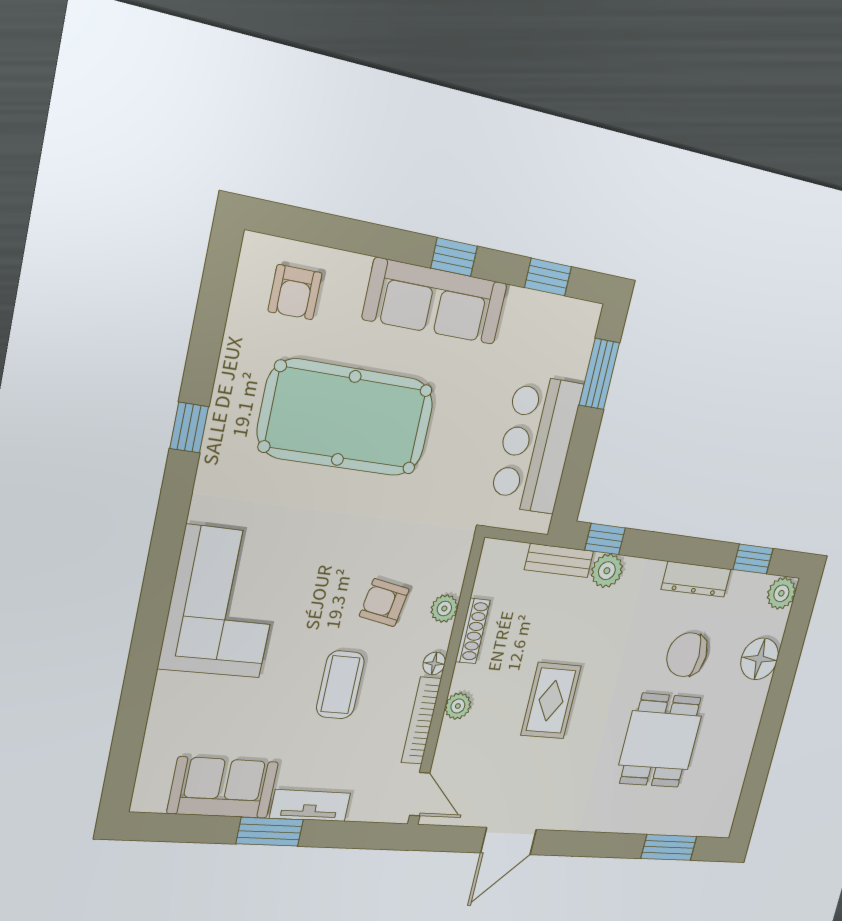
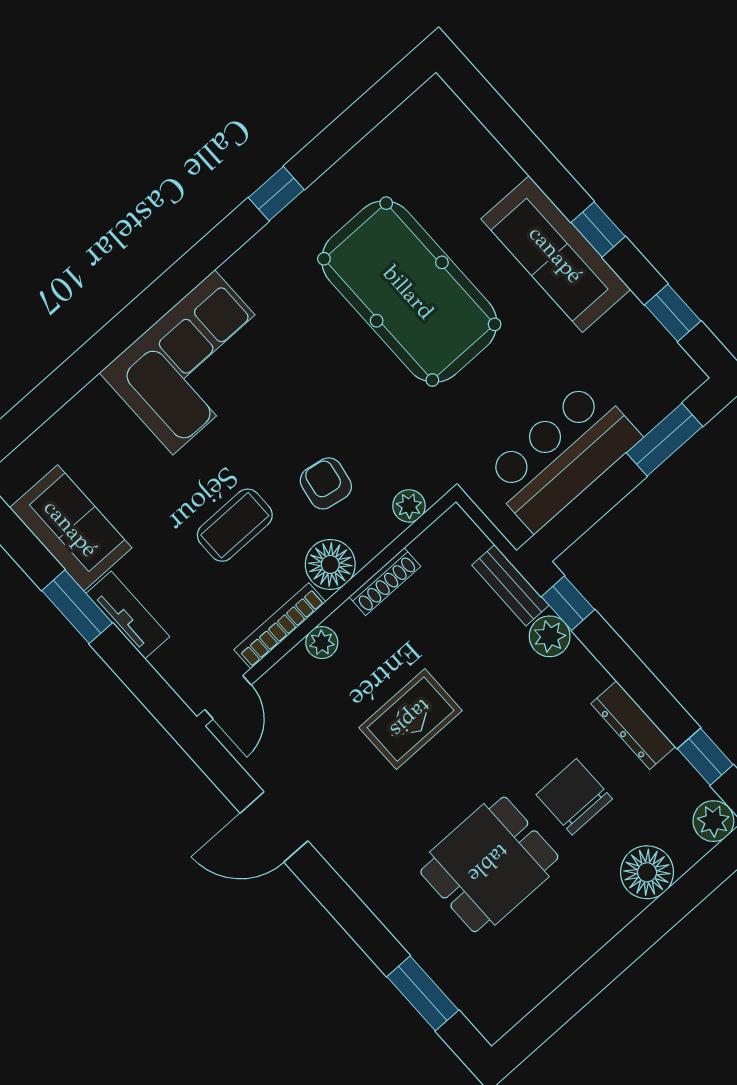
armchair: (295, 292) -> (441, 153), removed
plant: (444, 609) -> (409, 506), moved
floor lamp: (434, 663) -> (330, 564), width x1.89, depth x1.89

